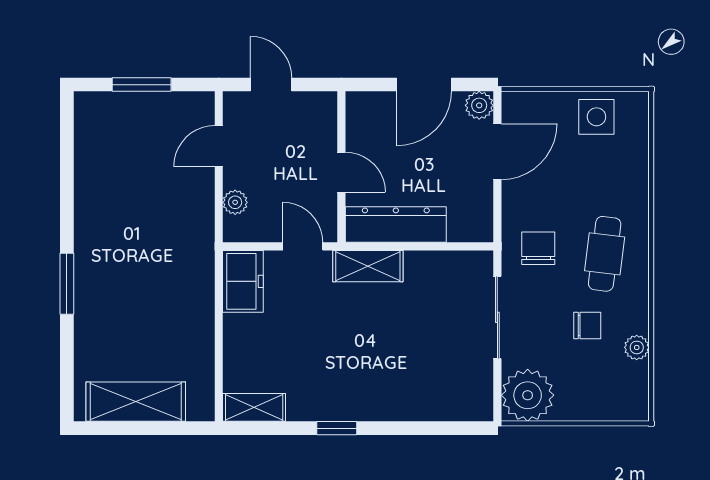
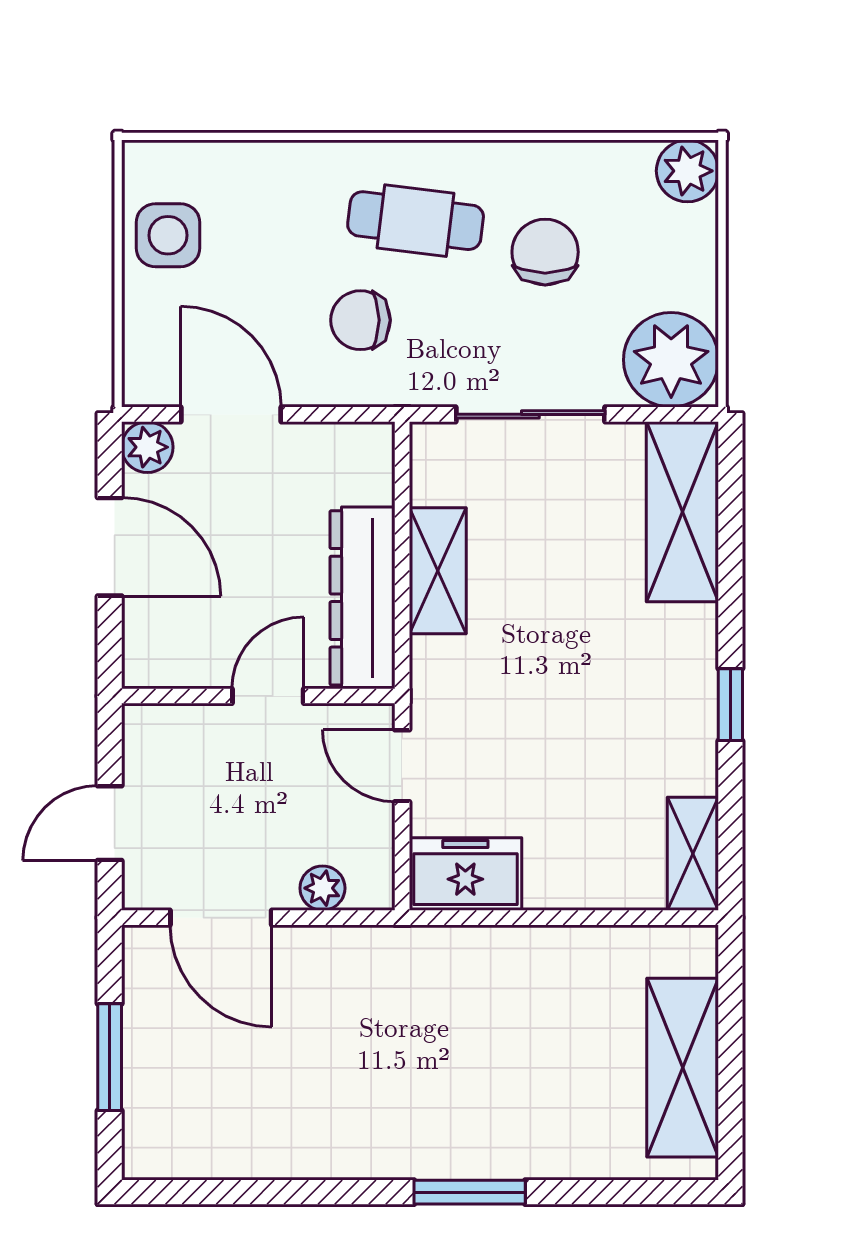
door: (219, 146) -> (221, 918), width x1.38
door: (303, 246) -> (402, 766), hinge flipped
chair: (538, 248) -> (360, 320), moved
shelving: (368, 266) -> (438, 571), moved
chair: (587, 326) -> (545, 252), width x1.37, depth x1.37
plant: (637, 347) -> (687, 171), moved, width x1.38, depth x1.38
shelving: (443, 402) -> (682, 512), added

